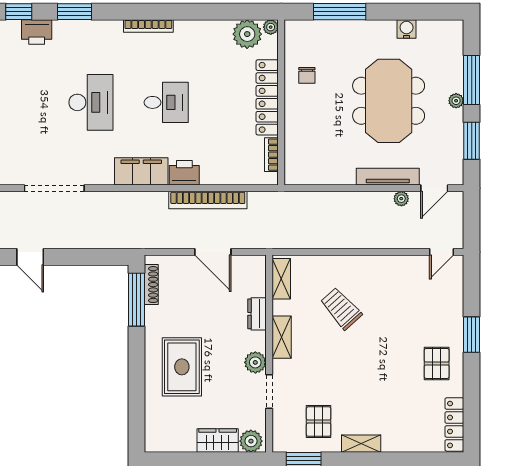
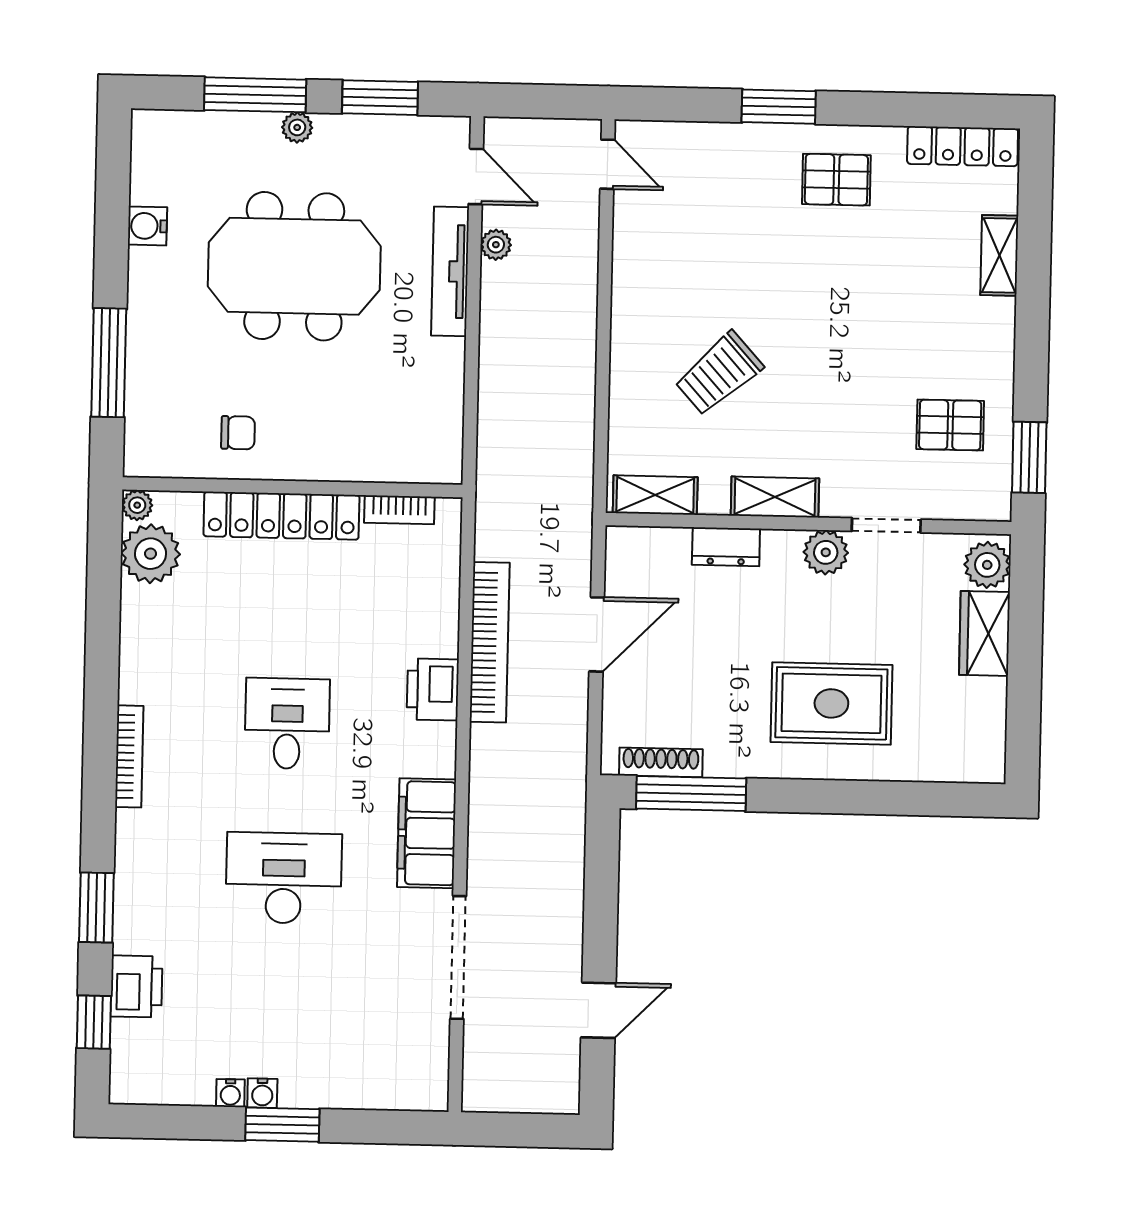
filing cabinet: (141, 171) -> (427, 833), moved
shelving: (361, 444) -> (999, 255), moved

